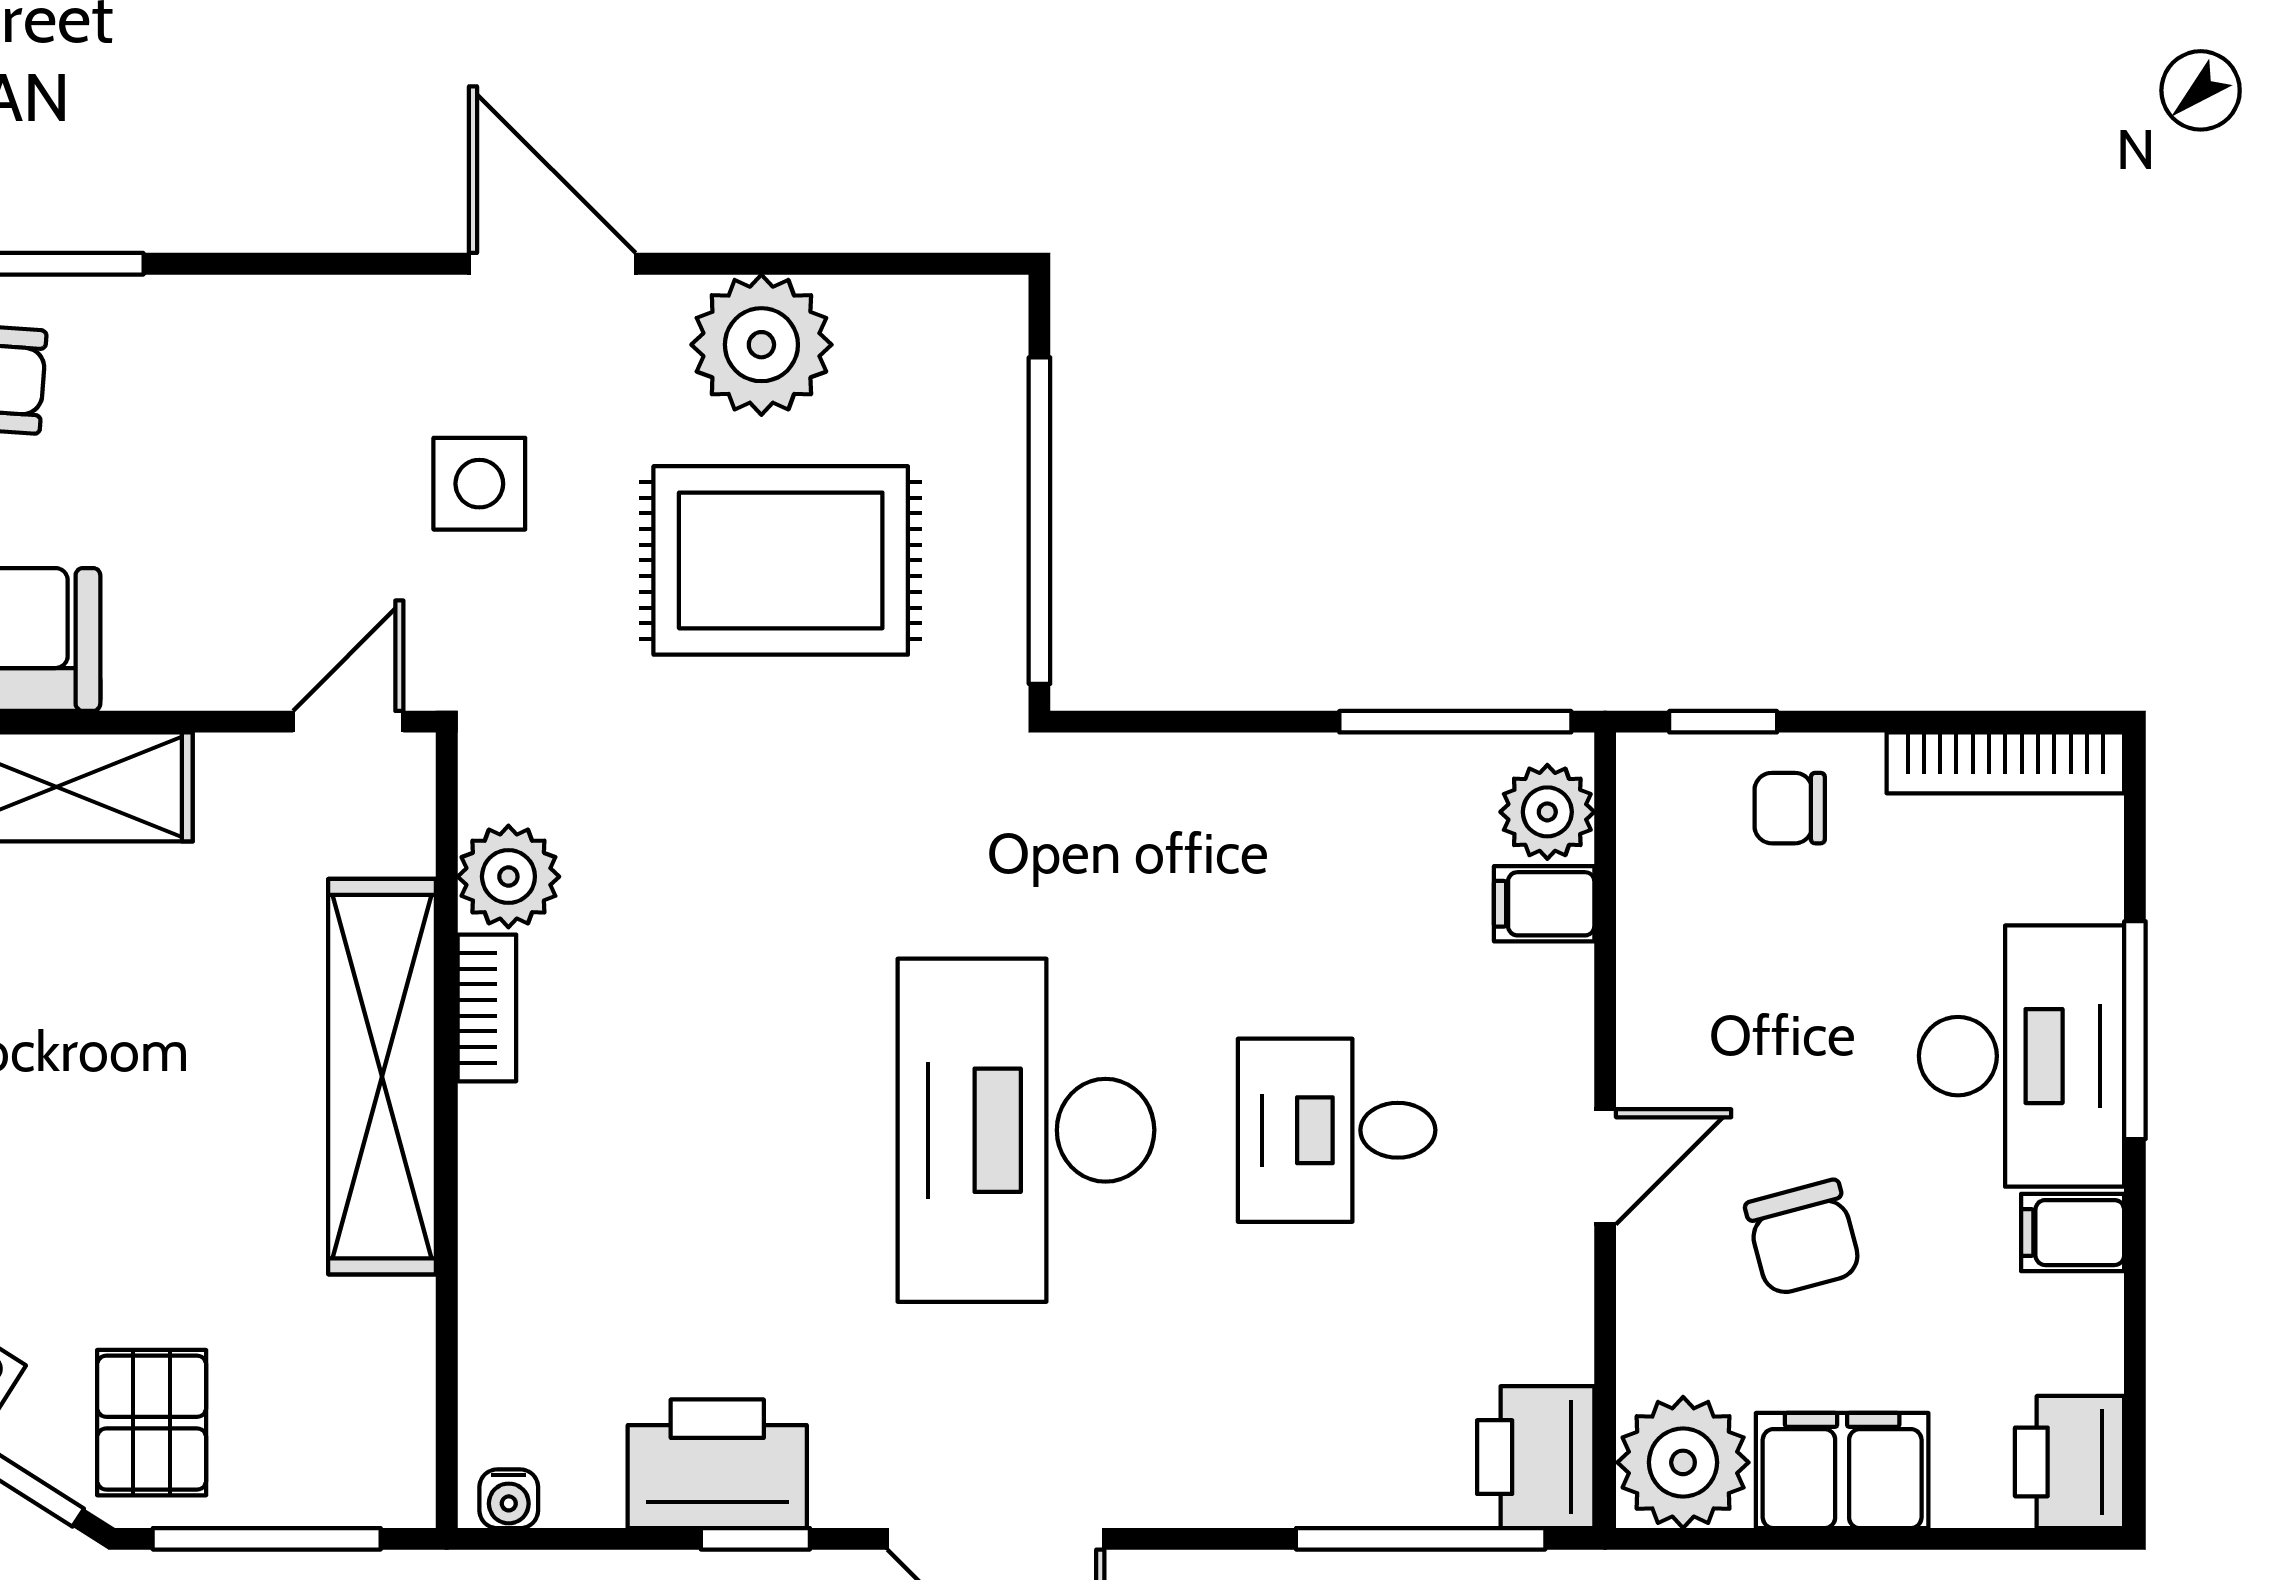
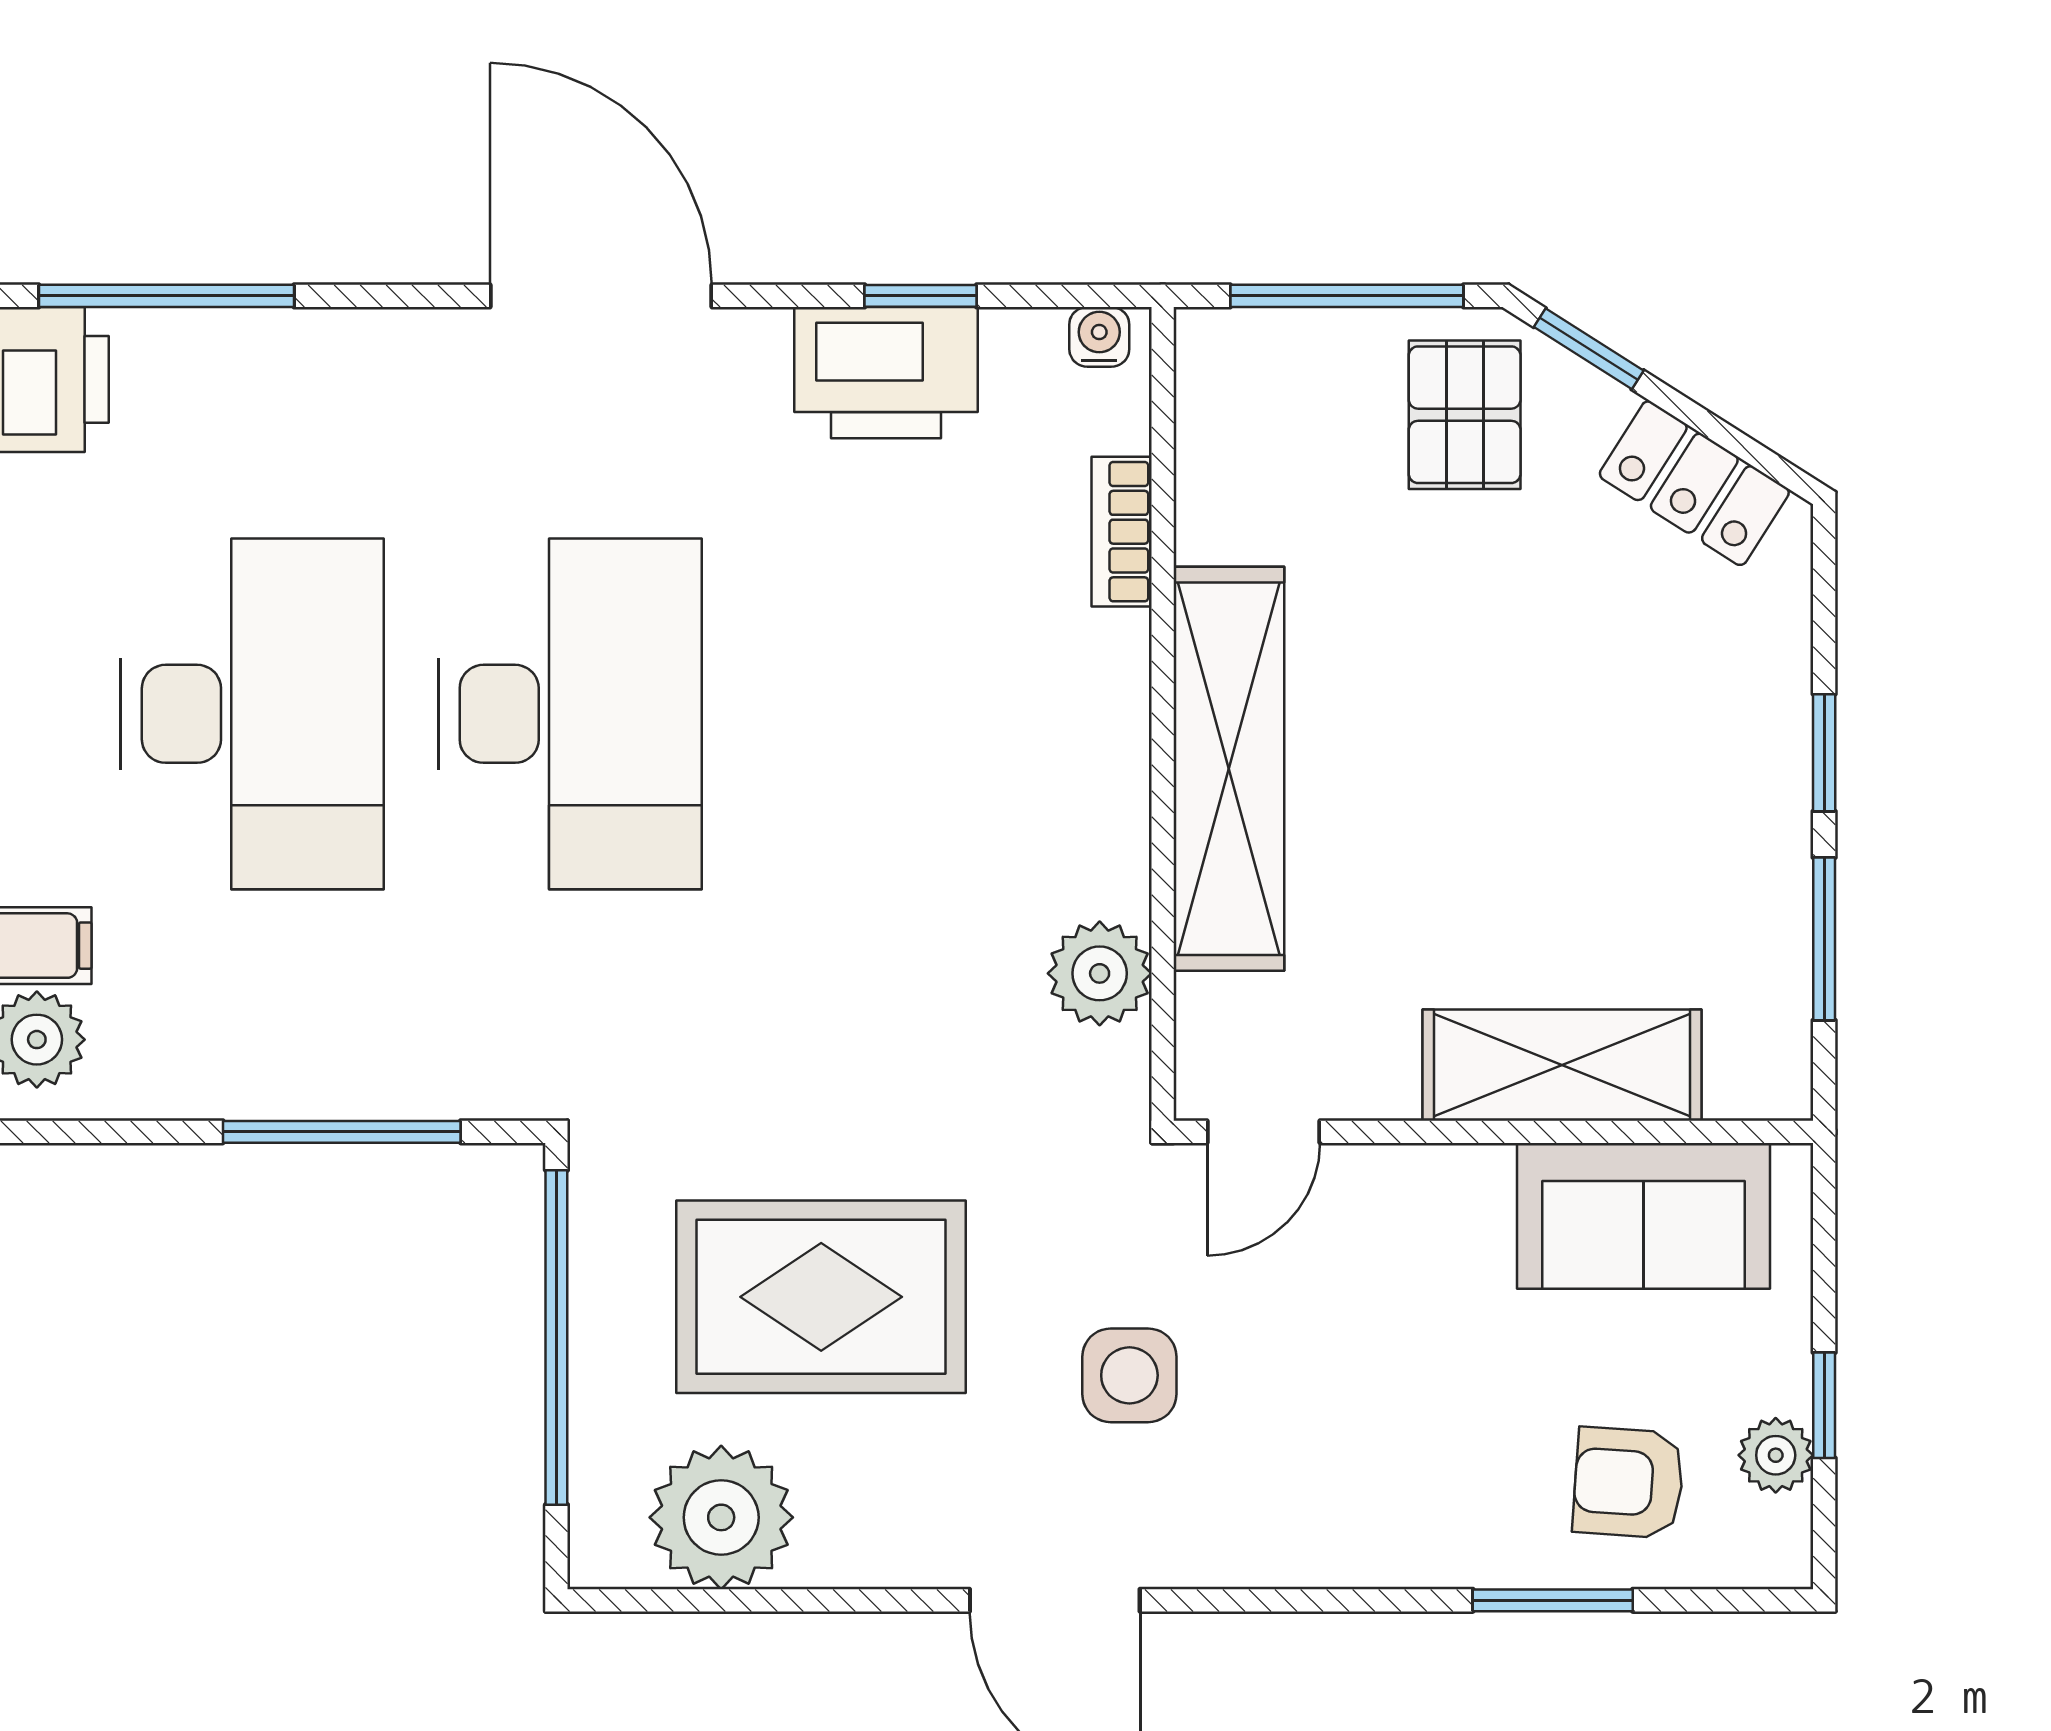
plant: (761, 345) -> (721, 1517), moved
window: (1455, 722) -> (342, 1132), moved
bookcase: (487, 1008) -> (1122, 532), moved
desk: (1337, 1130) -> (252, 714), width x1.87, depth x1.30
window: (755, 1539) -> (921, 296), moved

